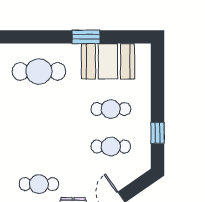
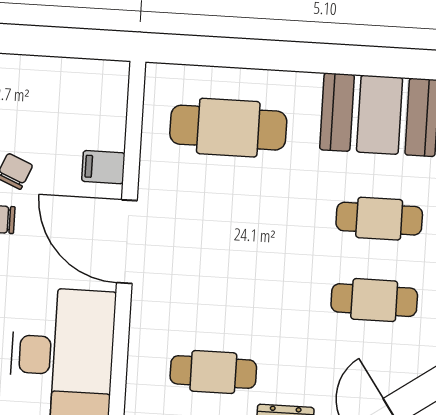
window: (86, 37) -> (335, 59), removed

